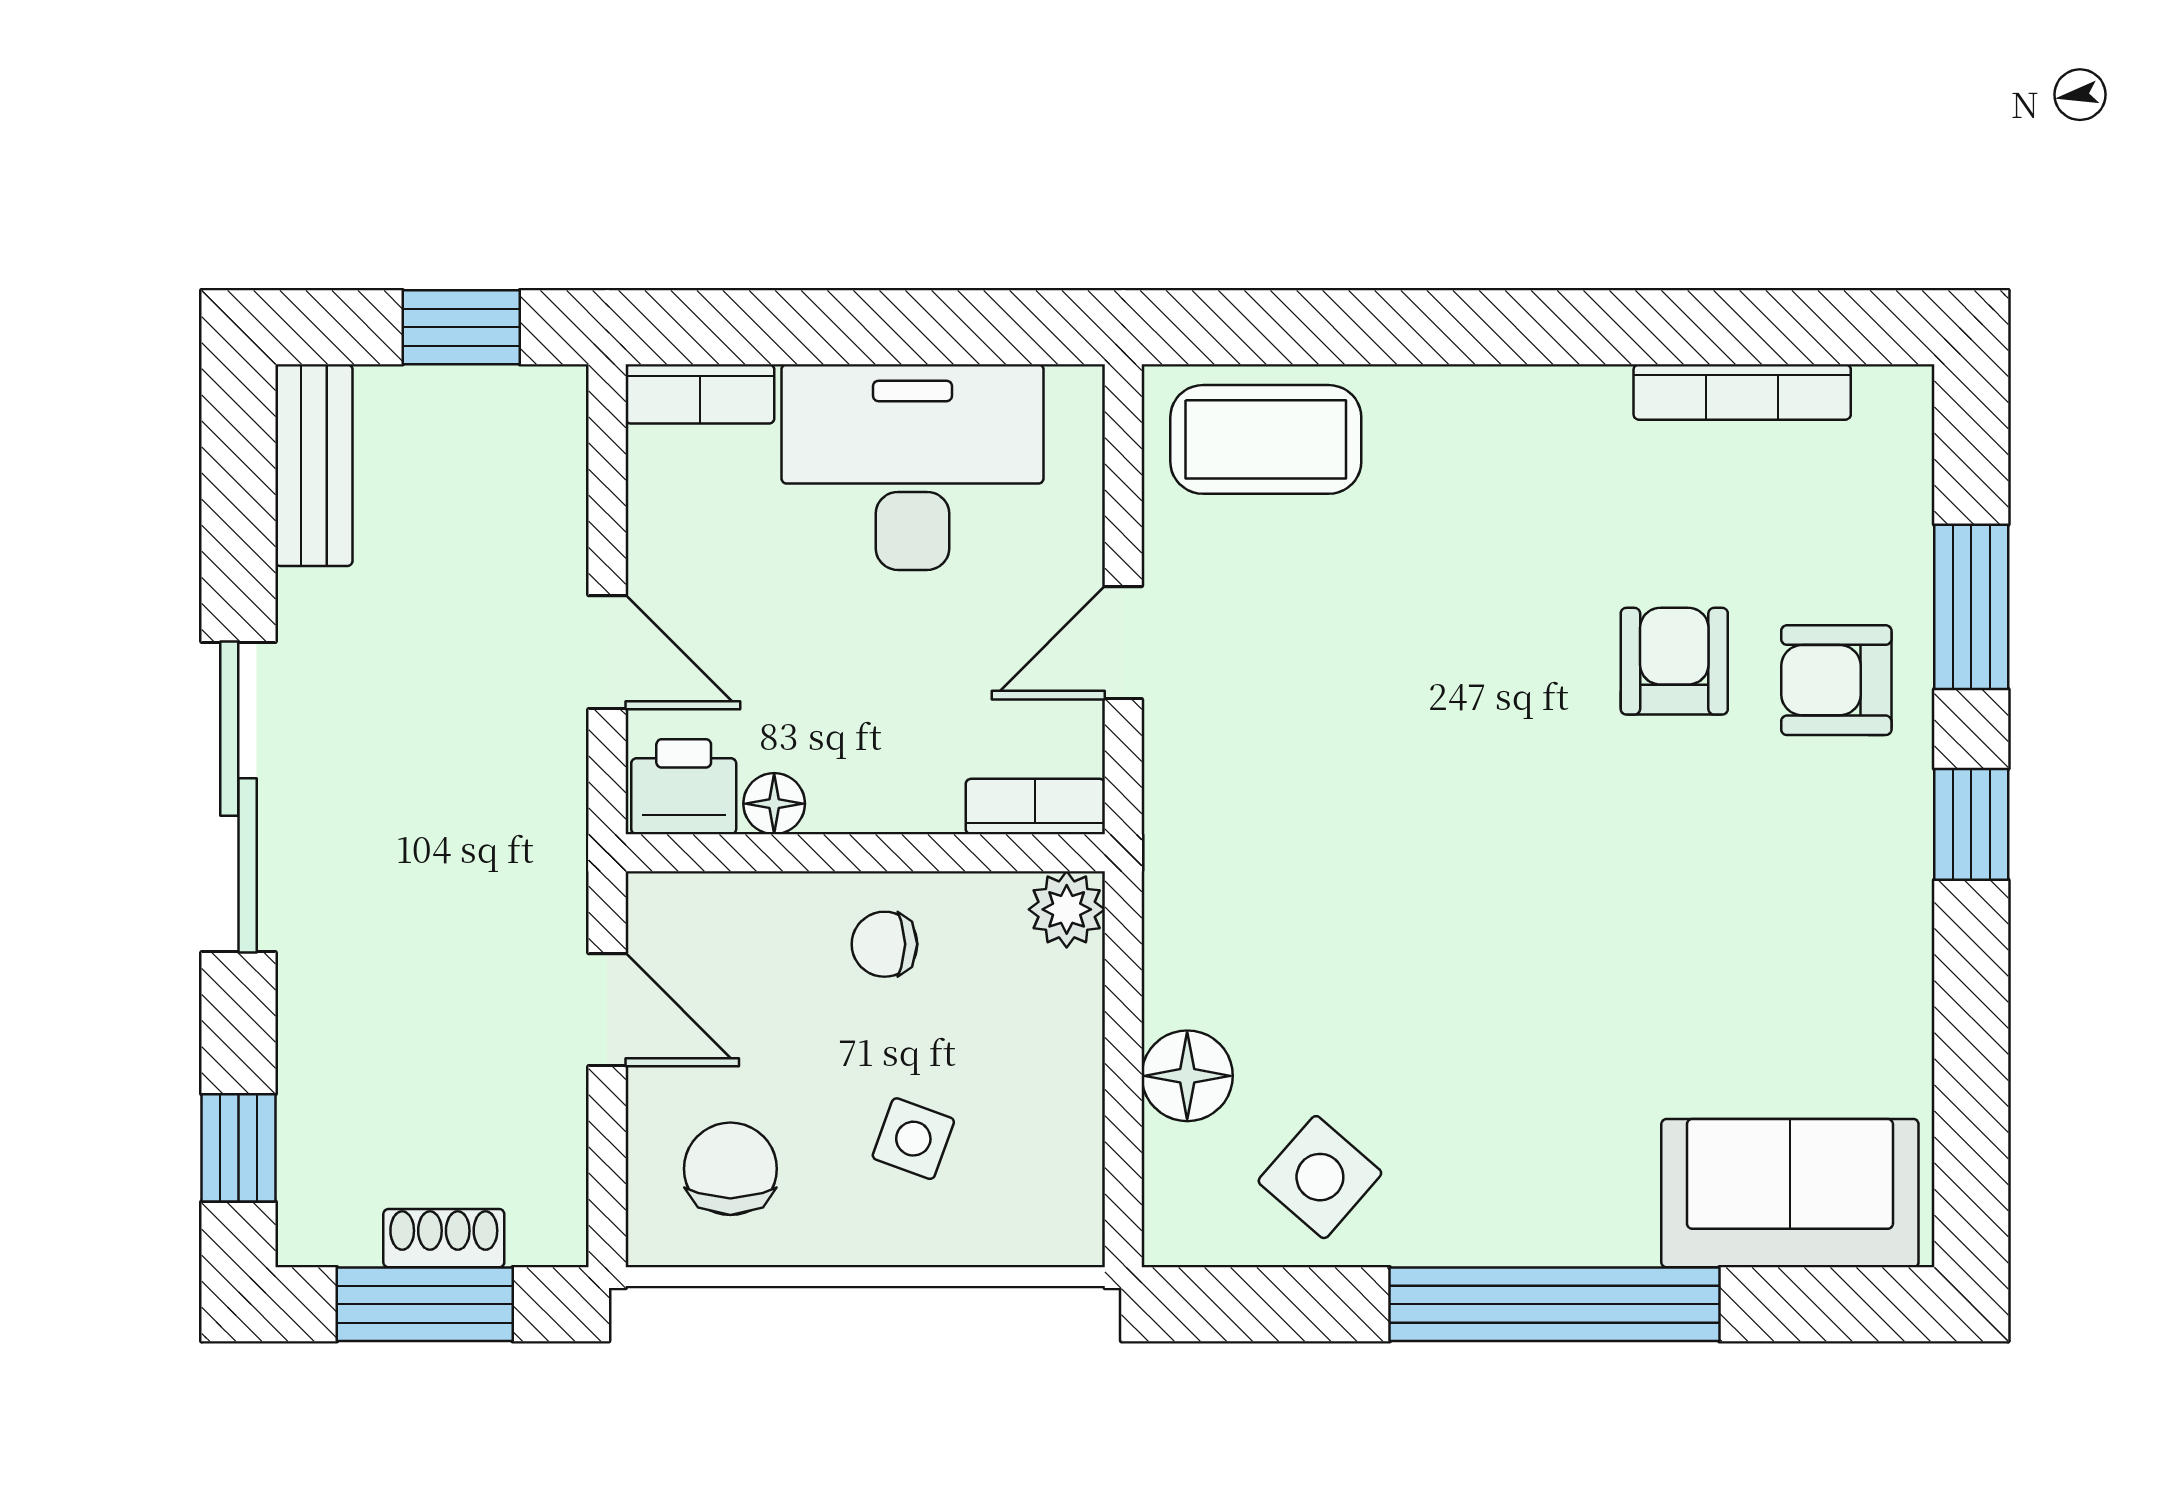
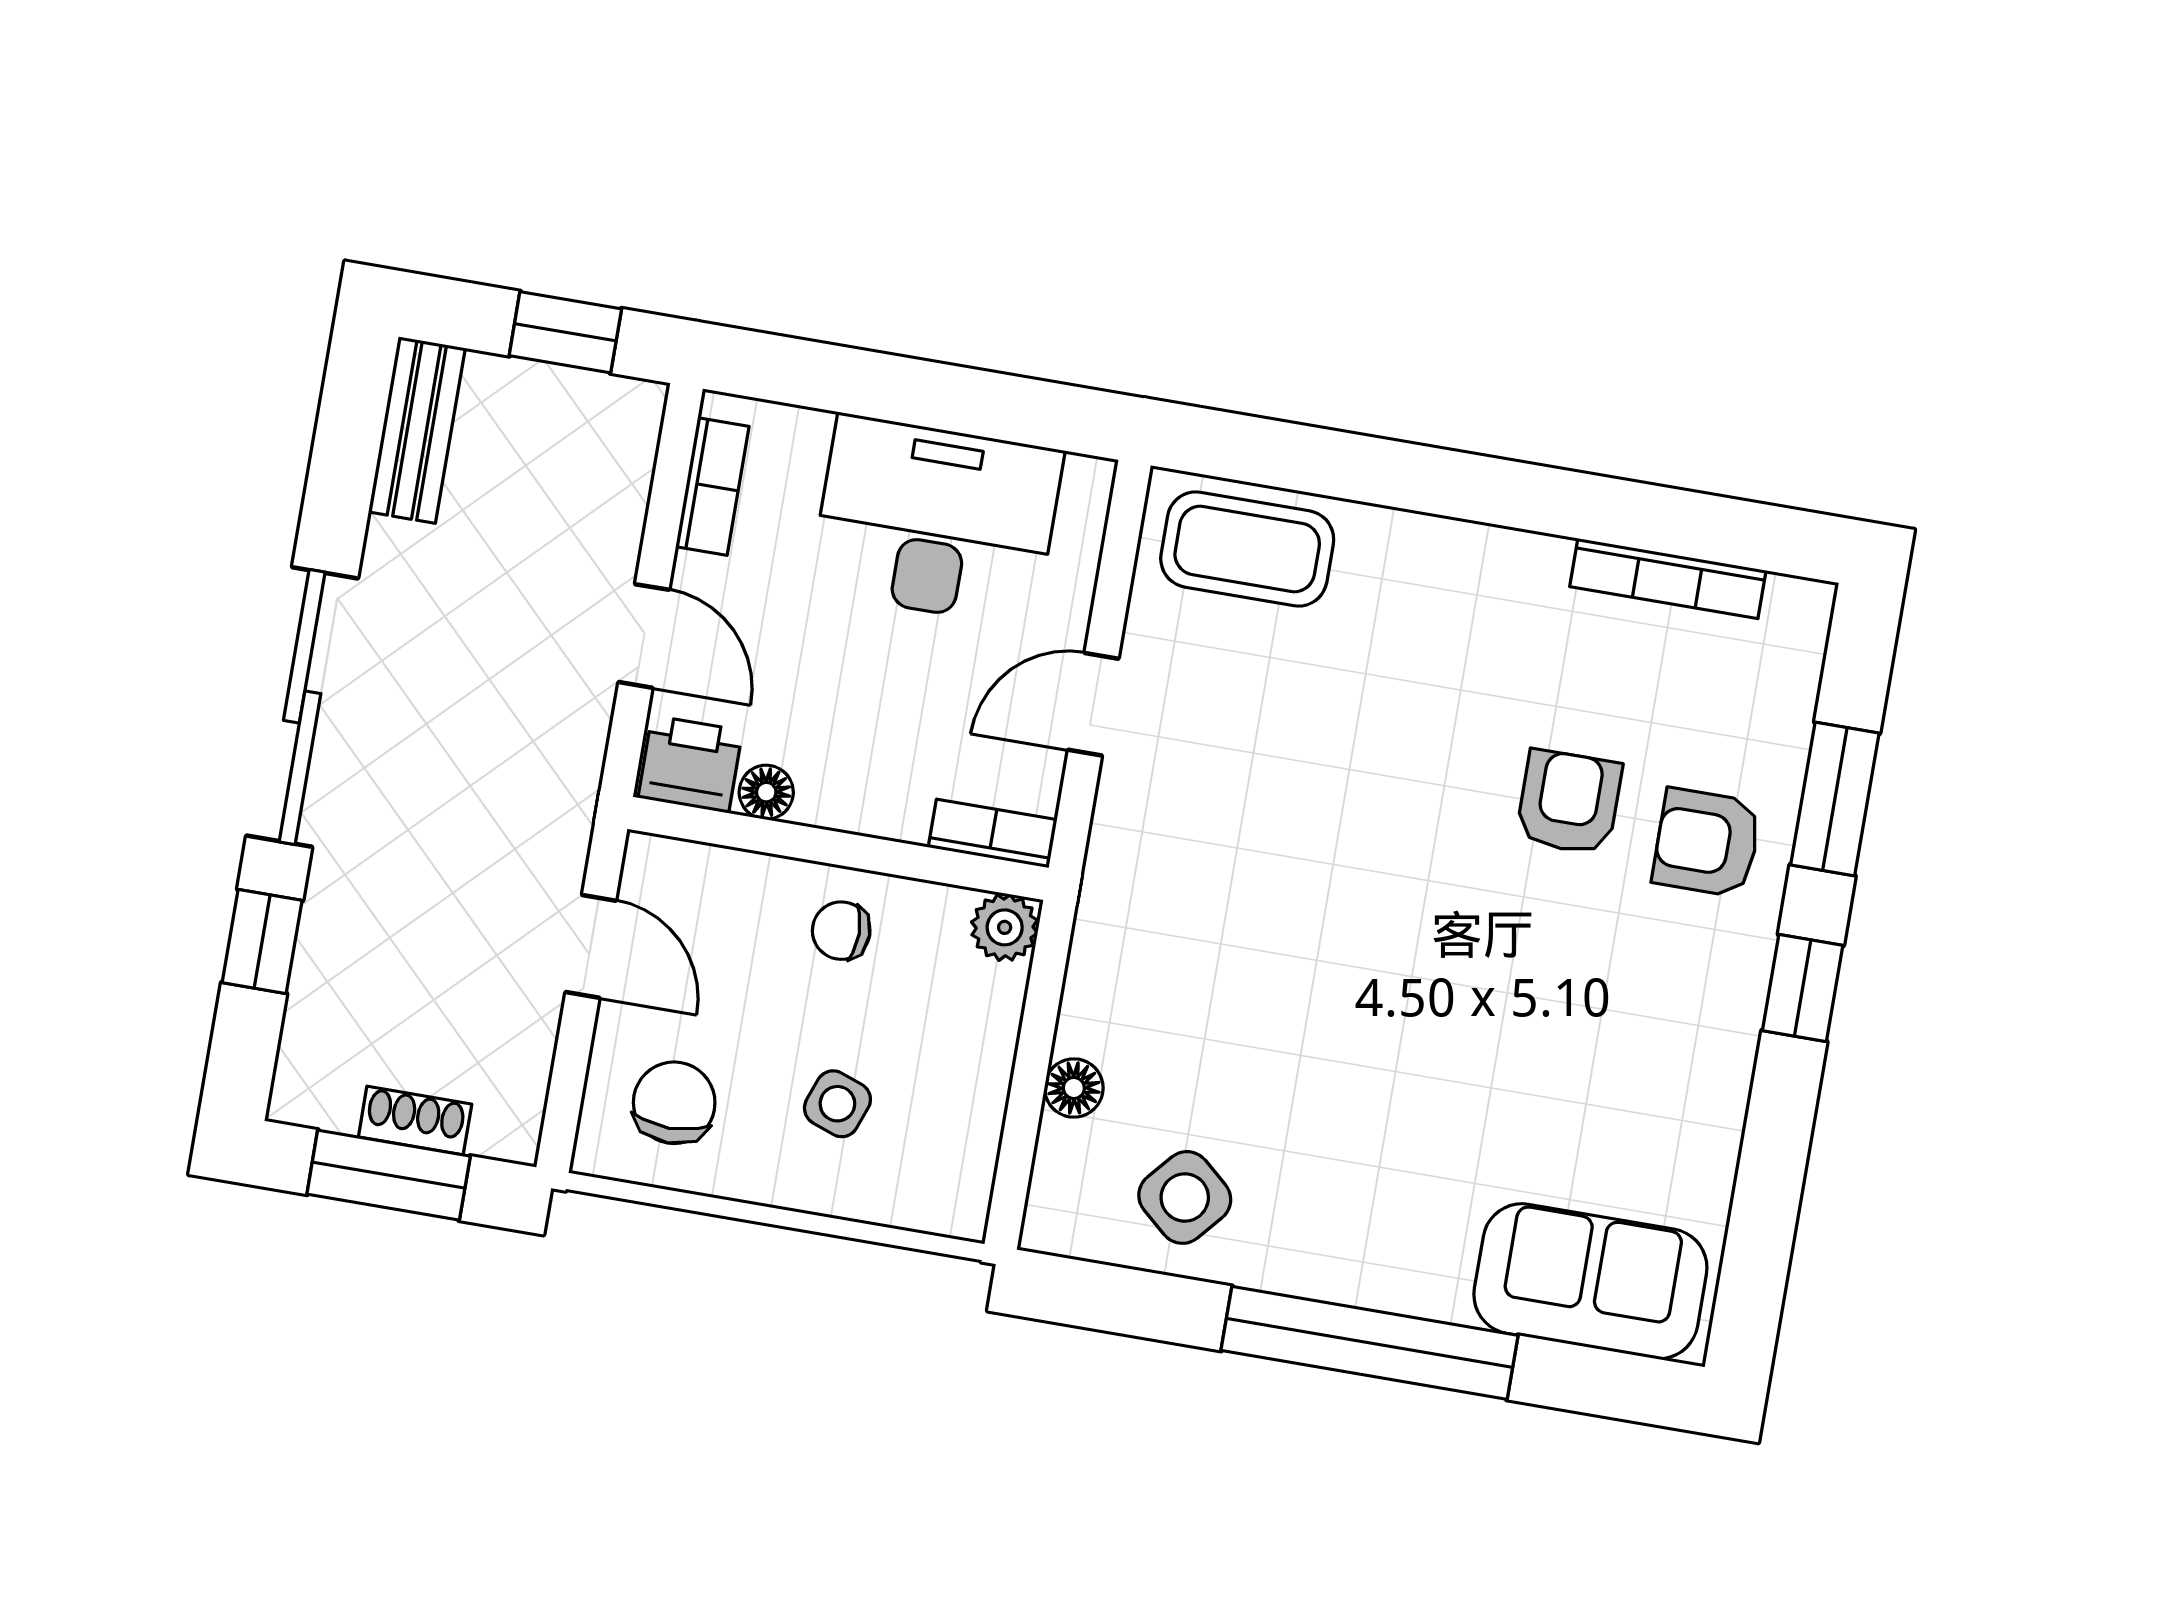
bookcase: (700, 394) -> (712, 487), moved, turned -90
floor lamp: (1187, 1076) -> (1074, 1088), width x0.73, depth x0.73
window: (238, 1148) -> (262, 942), moved

